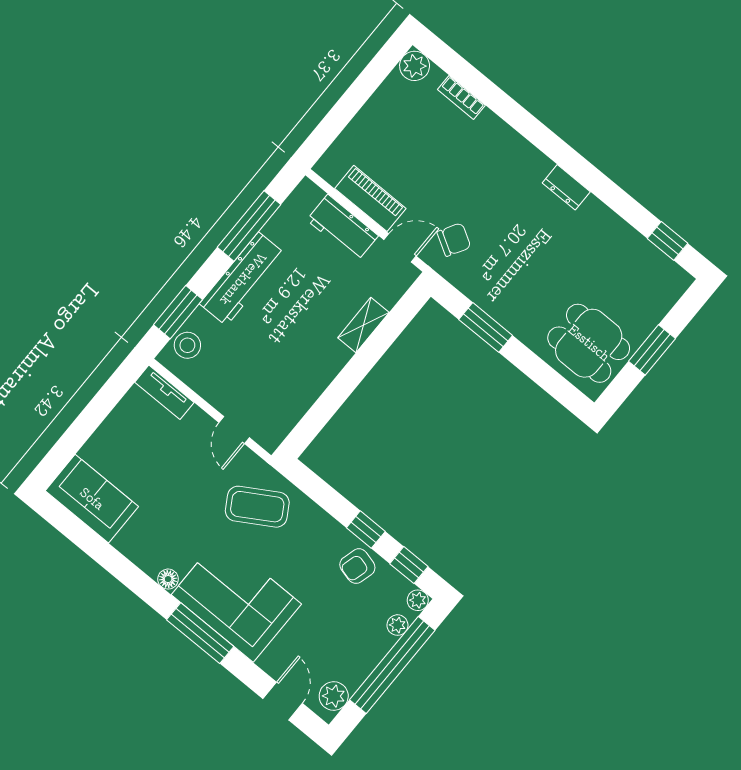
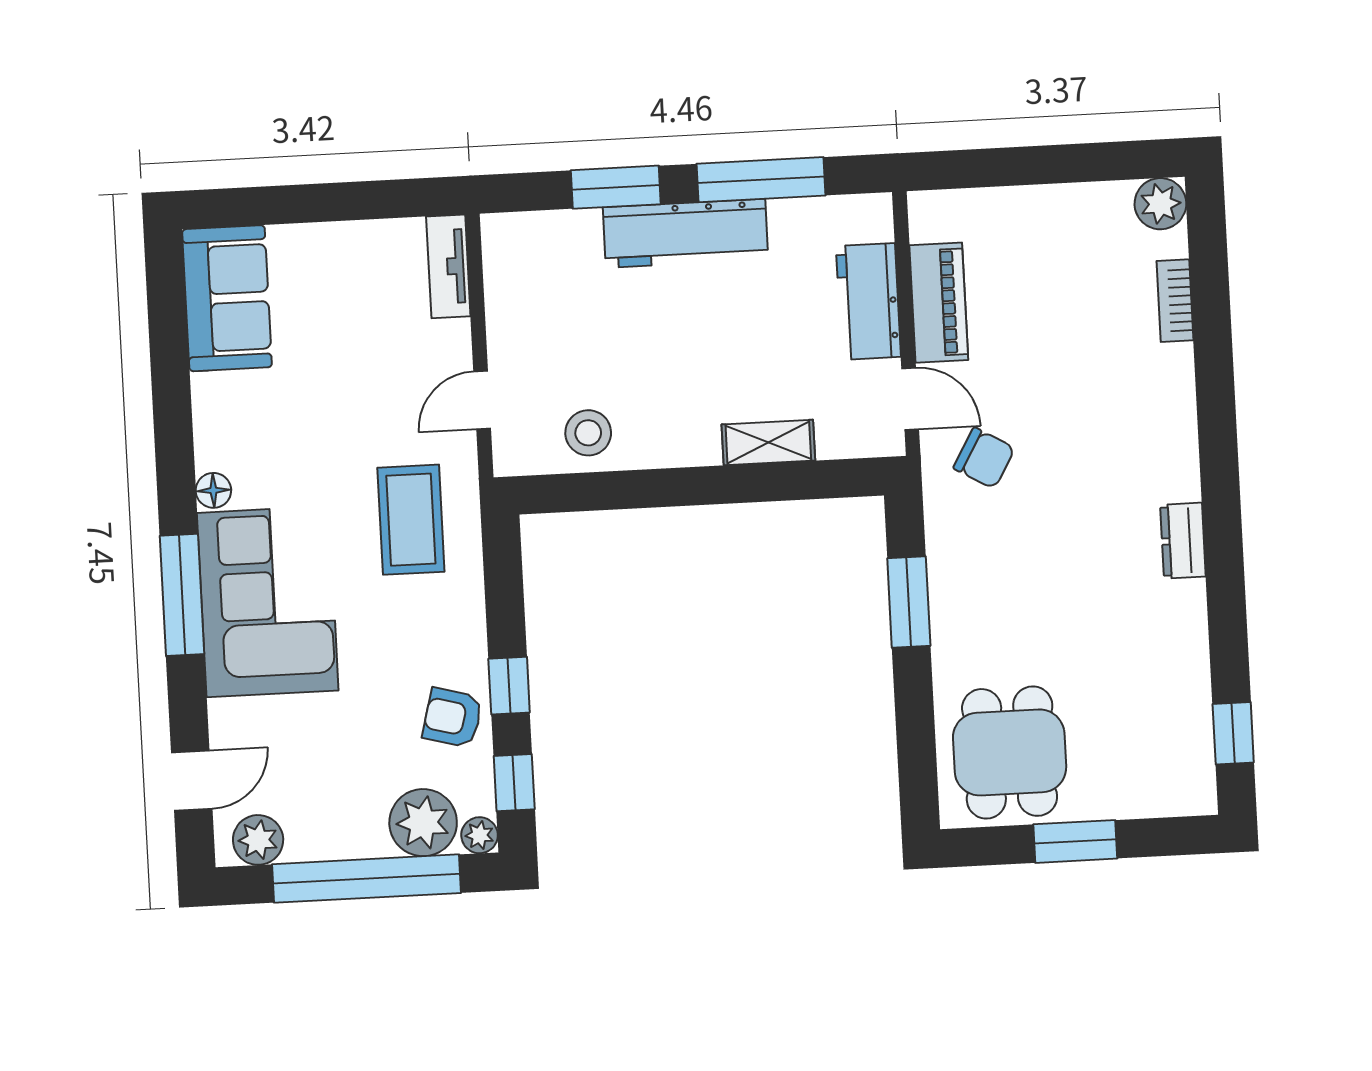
window: (178, 312) -> (616, 187), moved
stool: (187, 345) -> (588, 433), moved
coffee table: (257, 507) -> (411, 520), turned 31
plant: (397, 625) -> (423, 823), width x1.87, depth x1.87

